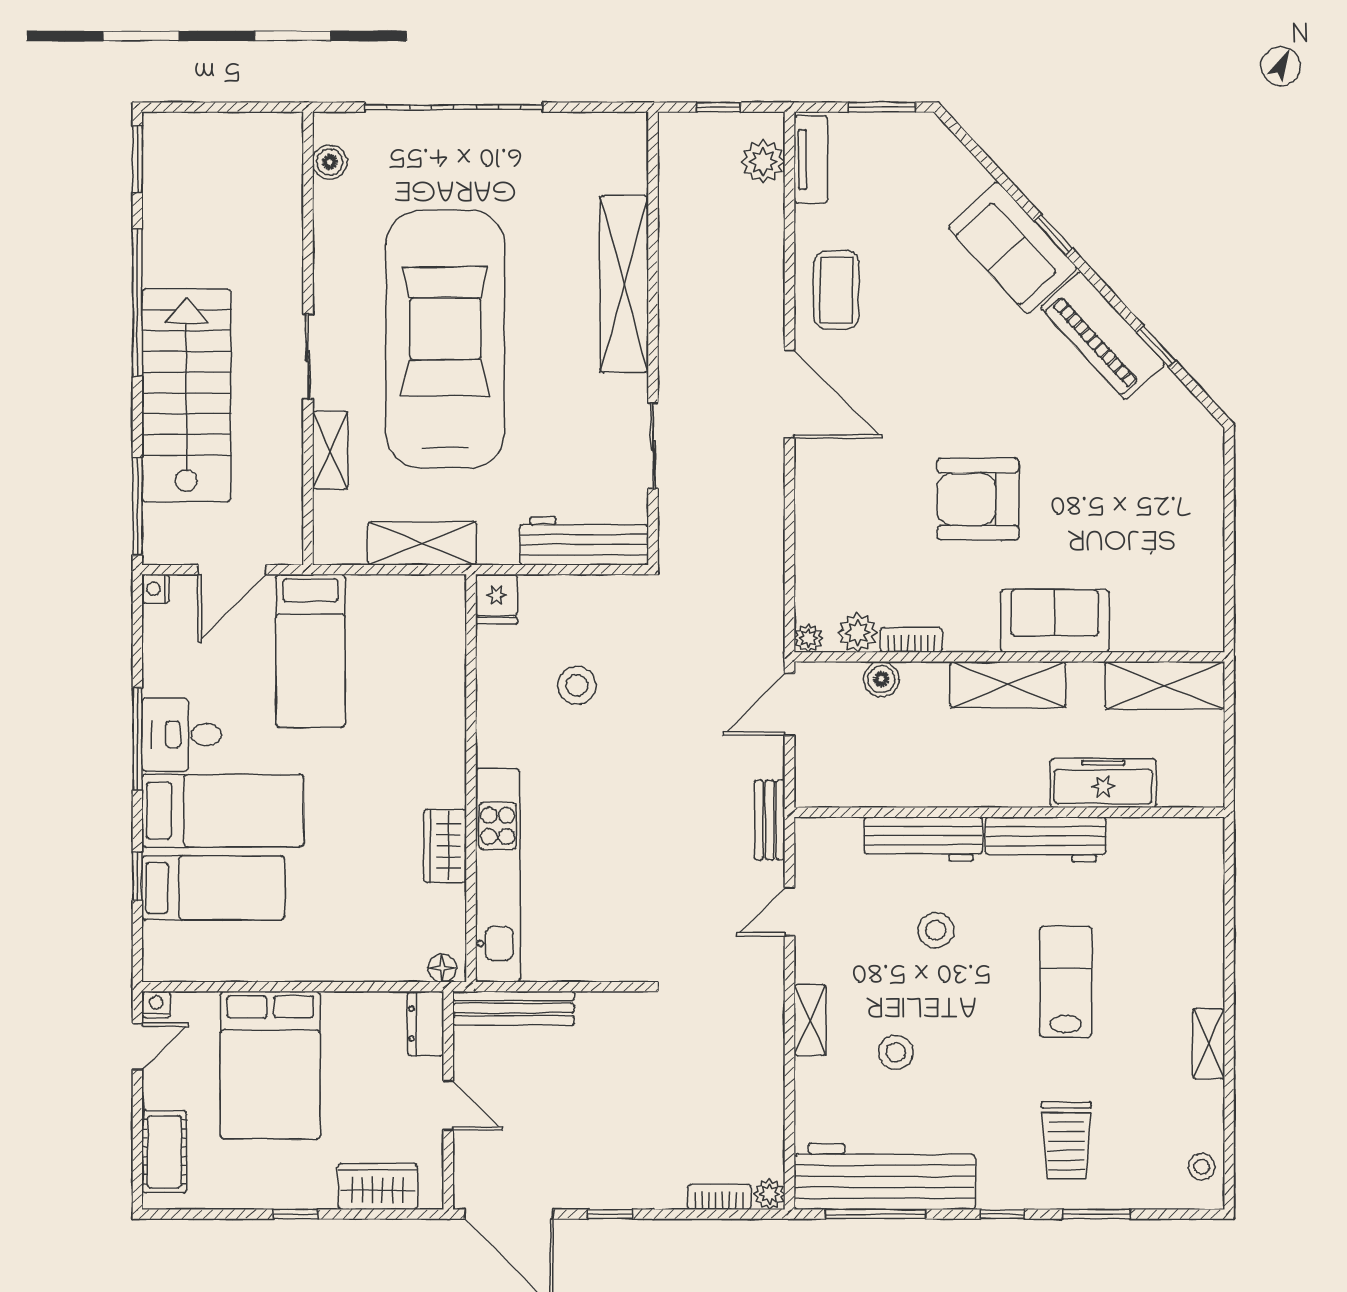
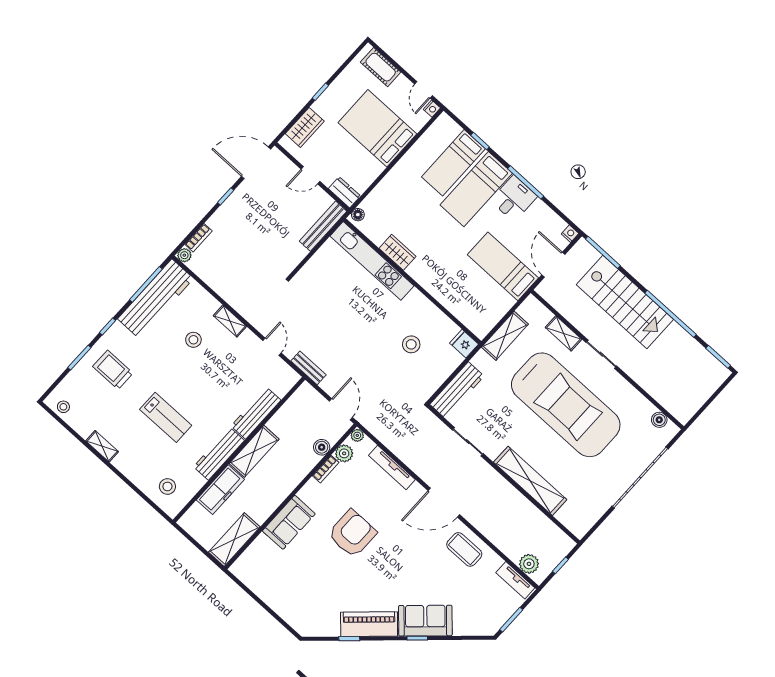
tv unit: (809, 533) -> (392, 468), added
shelving: (1008, 685) -> (254, 451), moved
stool: (936, 930) -> (167, 486), moved

